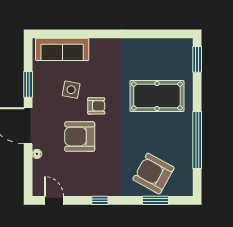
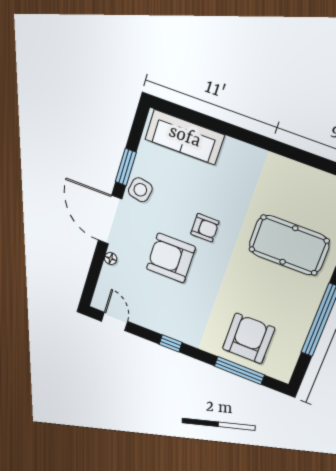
side table: (71, 90) -> (140, 190), moved
armchair: (153, 174) -> (249, 338), turned 61
window: (156, 200) -> (239, 370), width x1.44

